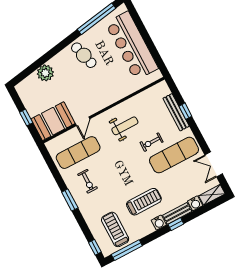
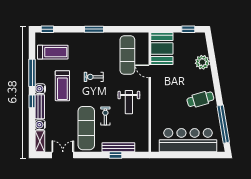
window: (26, 117) -> (188, 29), moved
exercise bike: (88, 181) -> (94, 77), moved
window: (127, 250) -> (32, 73), moved

